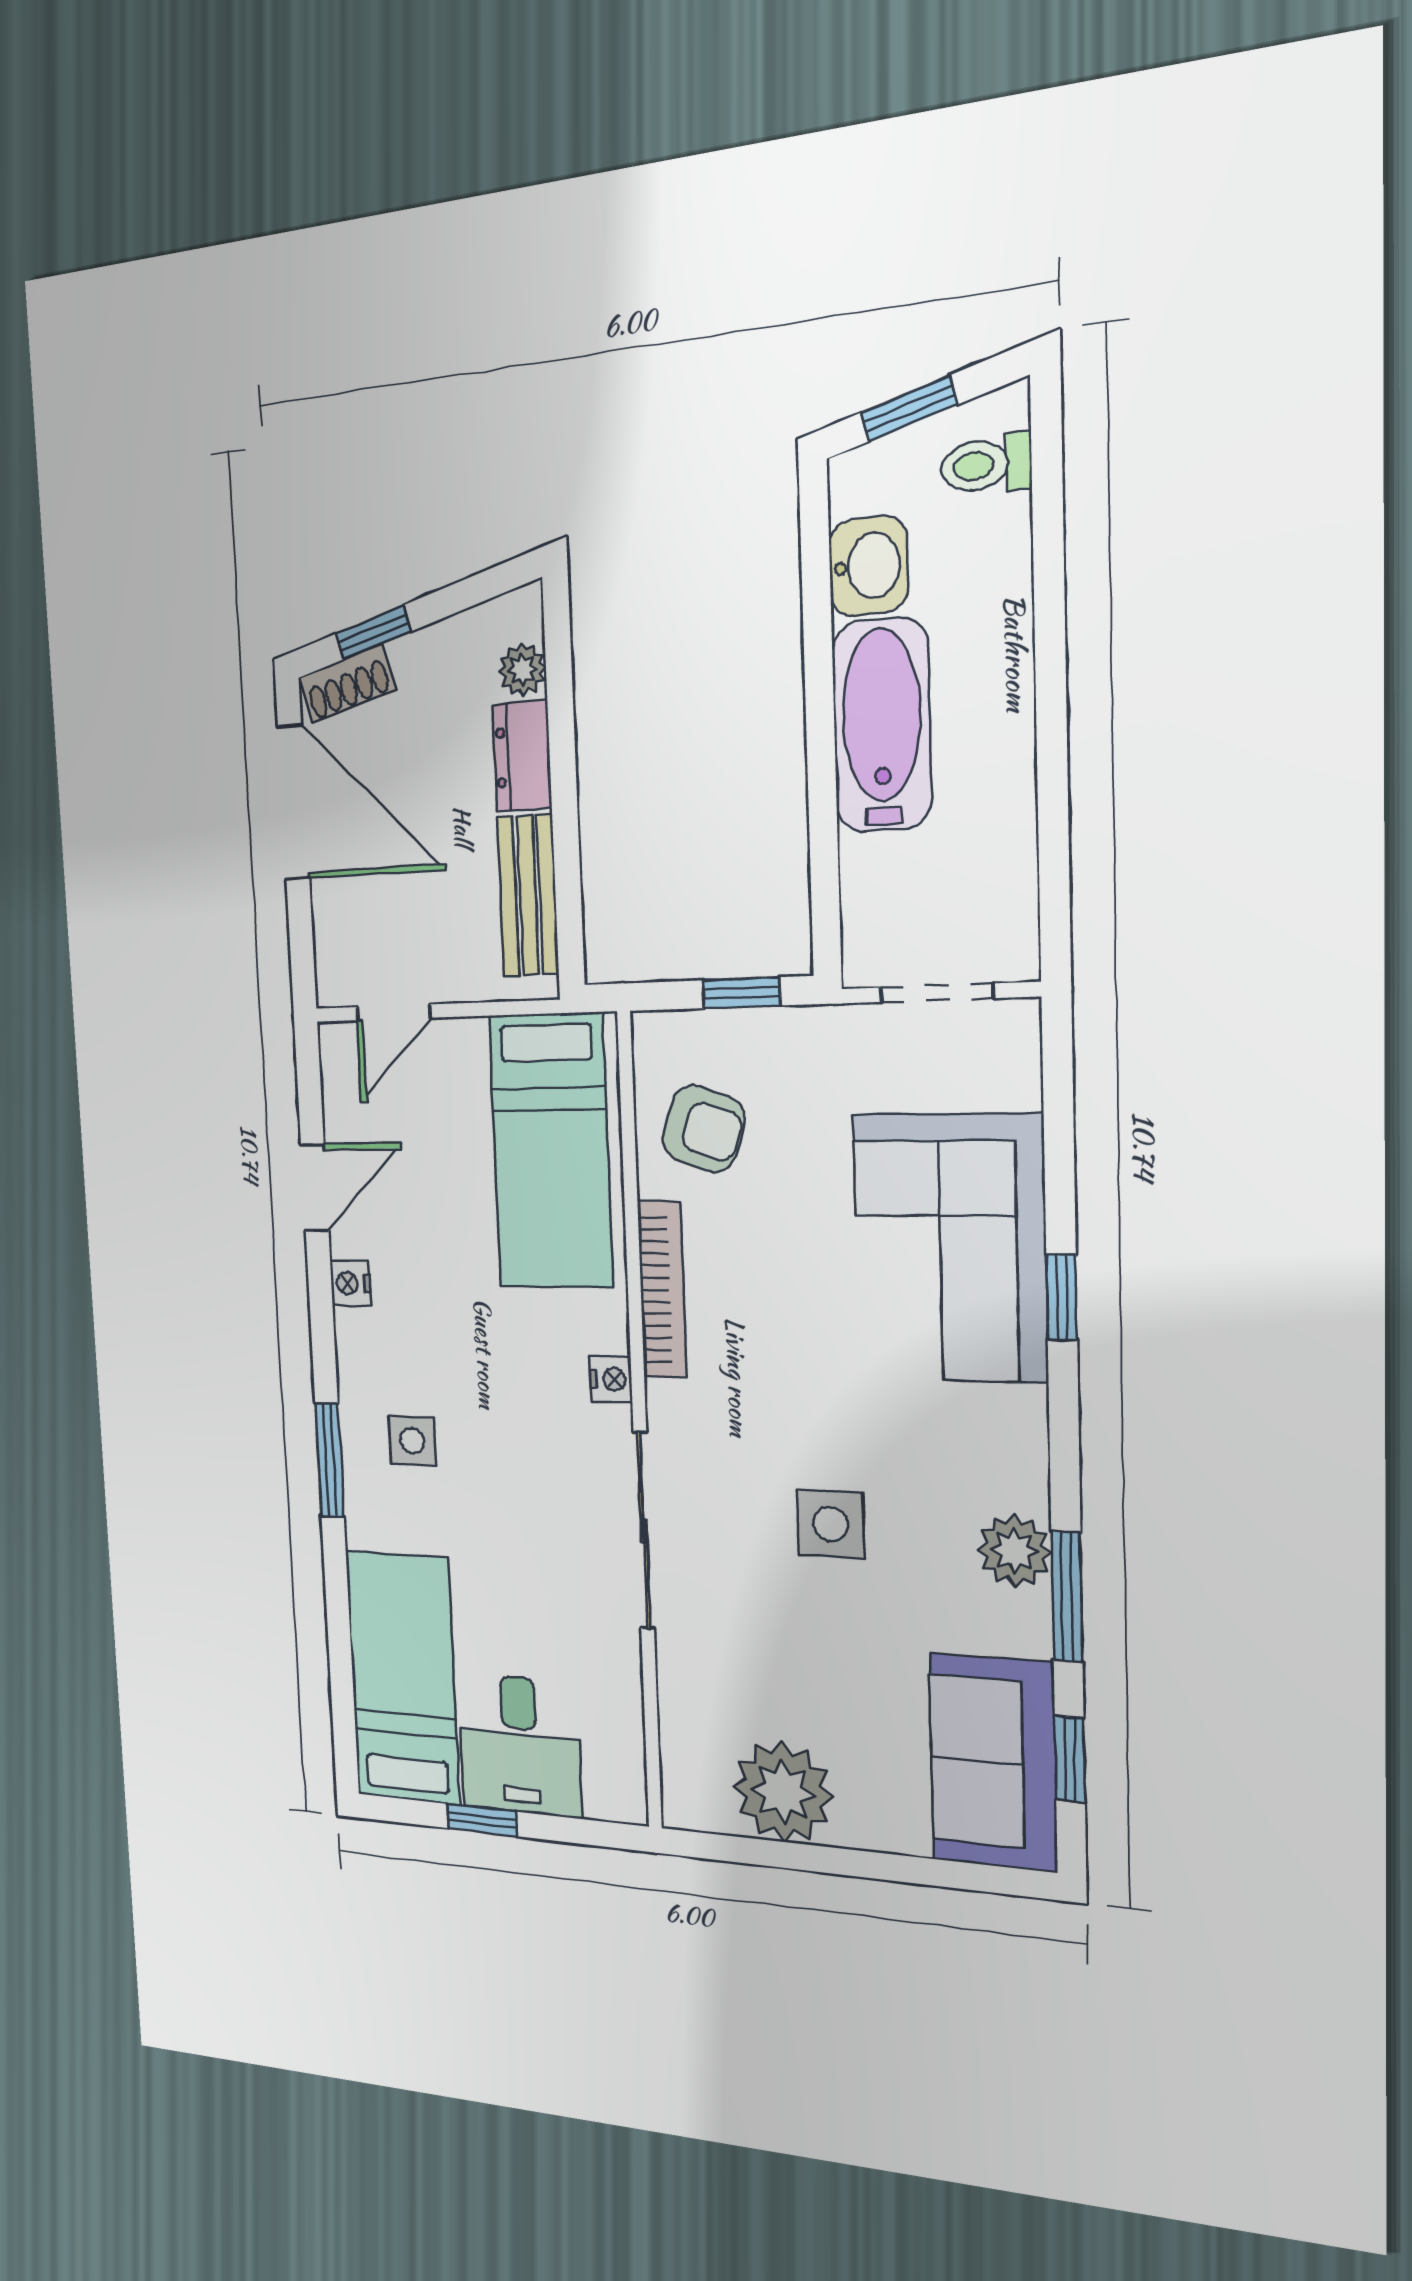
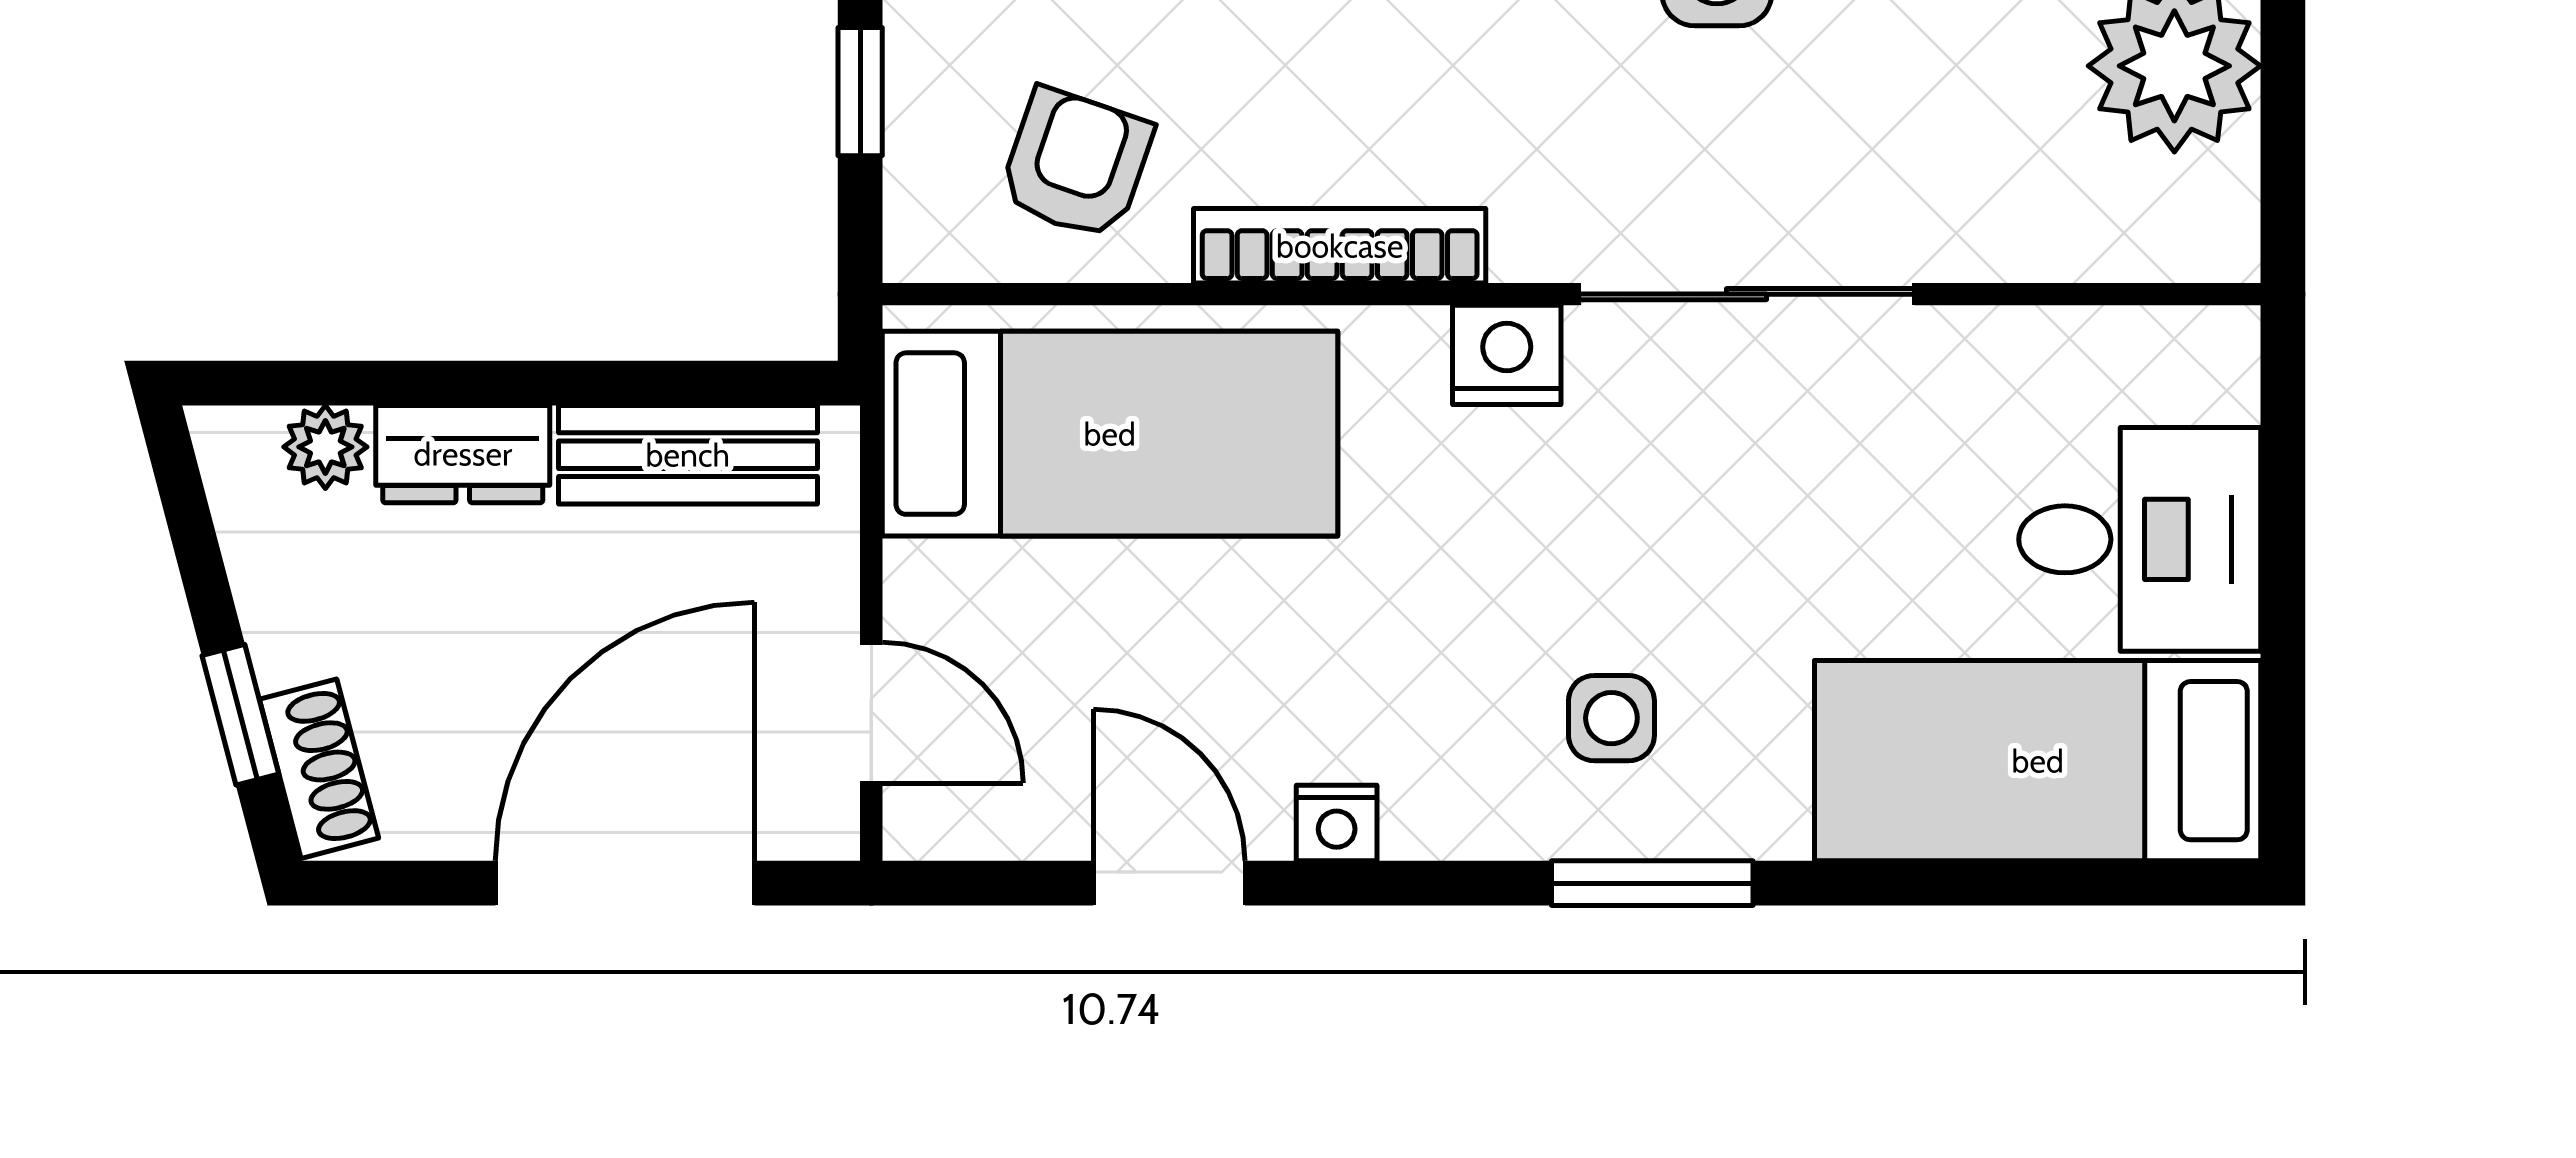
door: (294, 803) -> (625, 883), moved
nightstand: (611, 1379) -> (1507, 355), width x1.39, depth x1.35
window: (482, 1820) -> (2283, 620), removed

